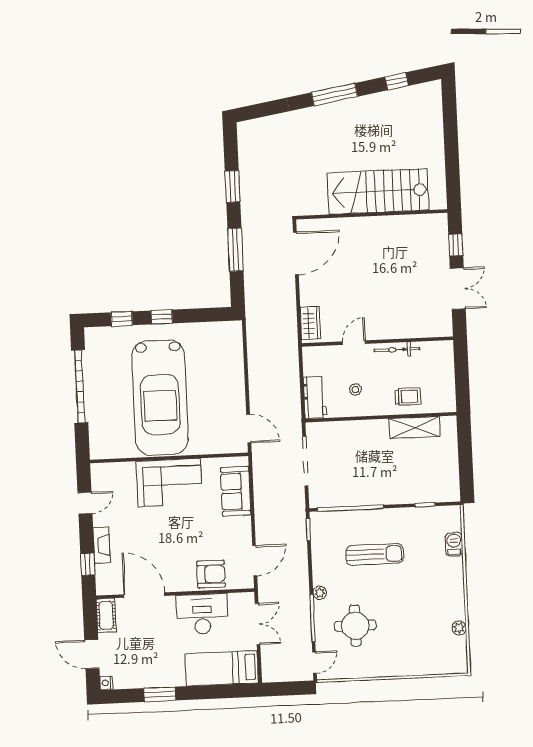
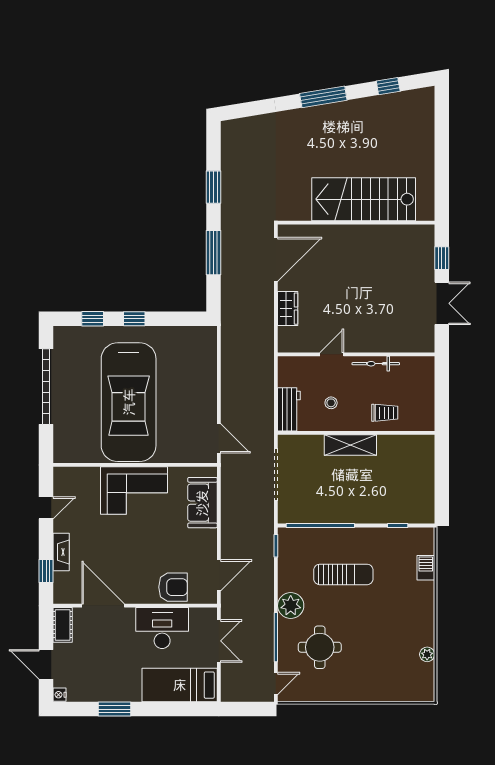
wardrobe: (310, 323) -> (288, 309), moved
shelving: (414, 427) -> (350, 445), moved
plant: (320, 593) -> (291, 606), width x1.87, depth x1.87

